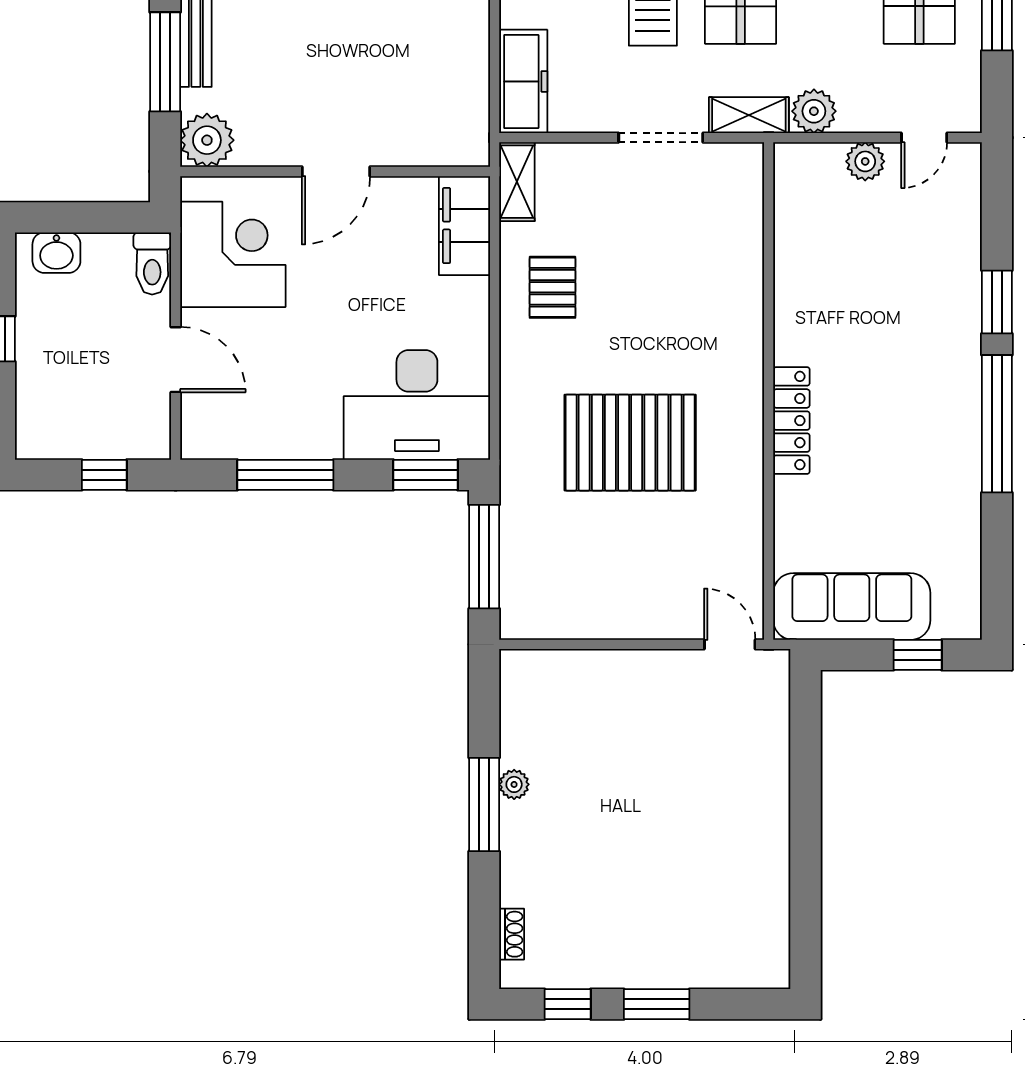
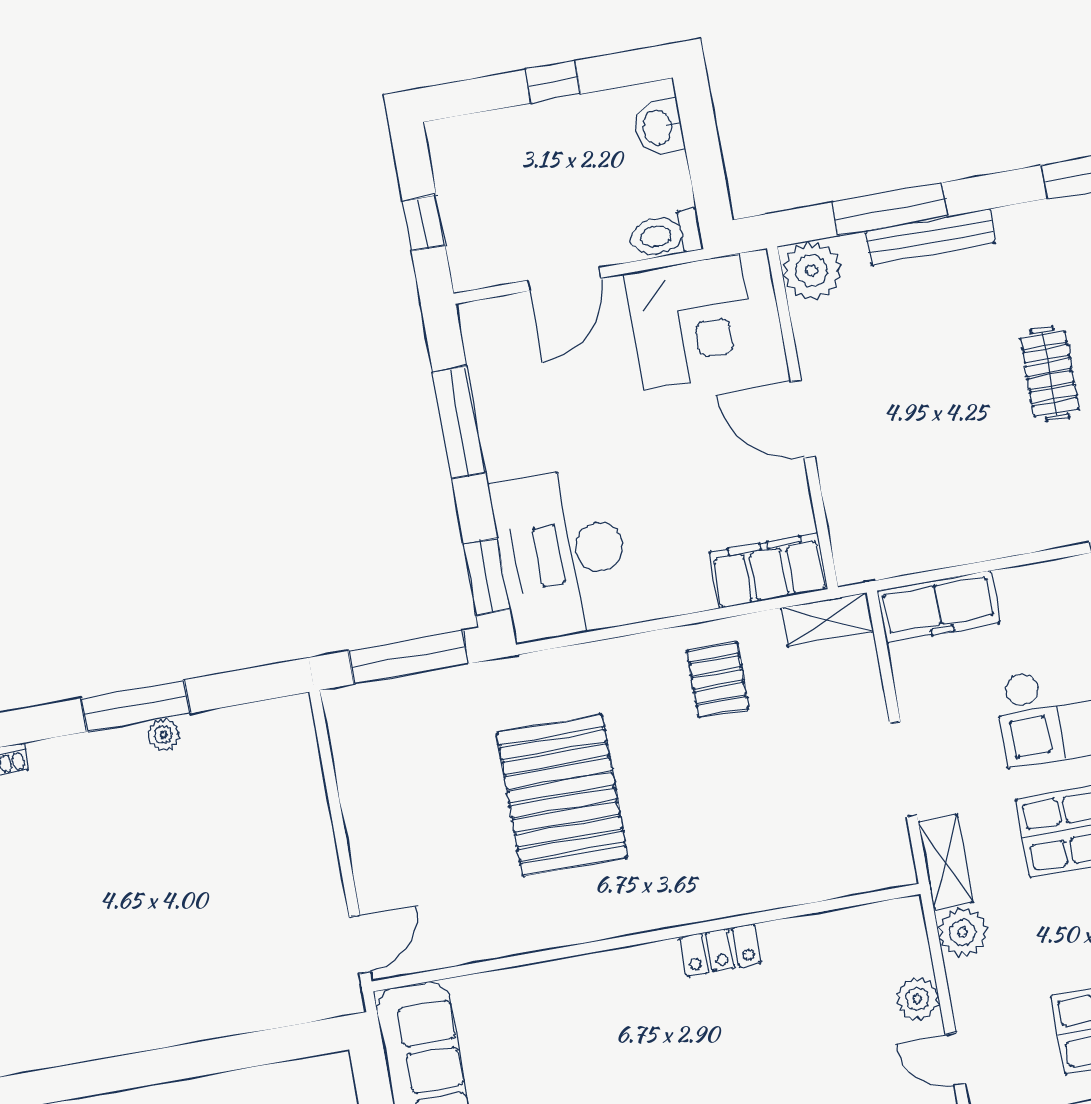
pallet: (552, 287) -> (718, 680), turned 90
locker: (791, 421) -> (720, 950), moved, width x0.66

